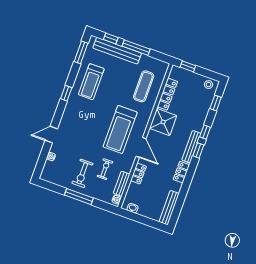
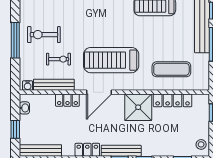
bench: (122, 184) -> (54, 85), width x1.36
window: (146, 221) -> (15, 129), added

